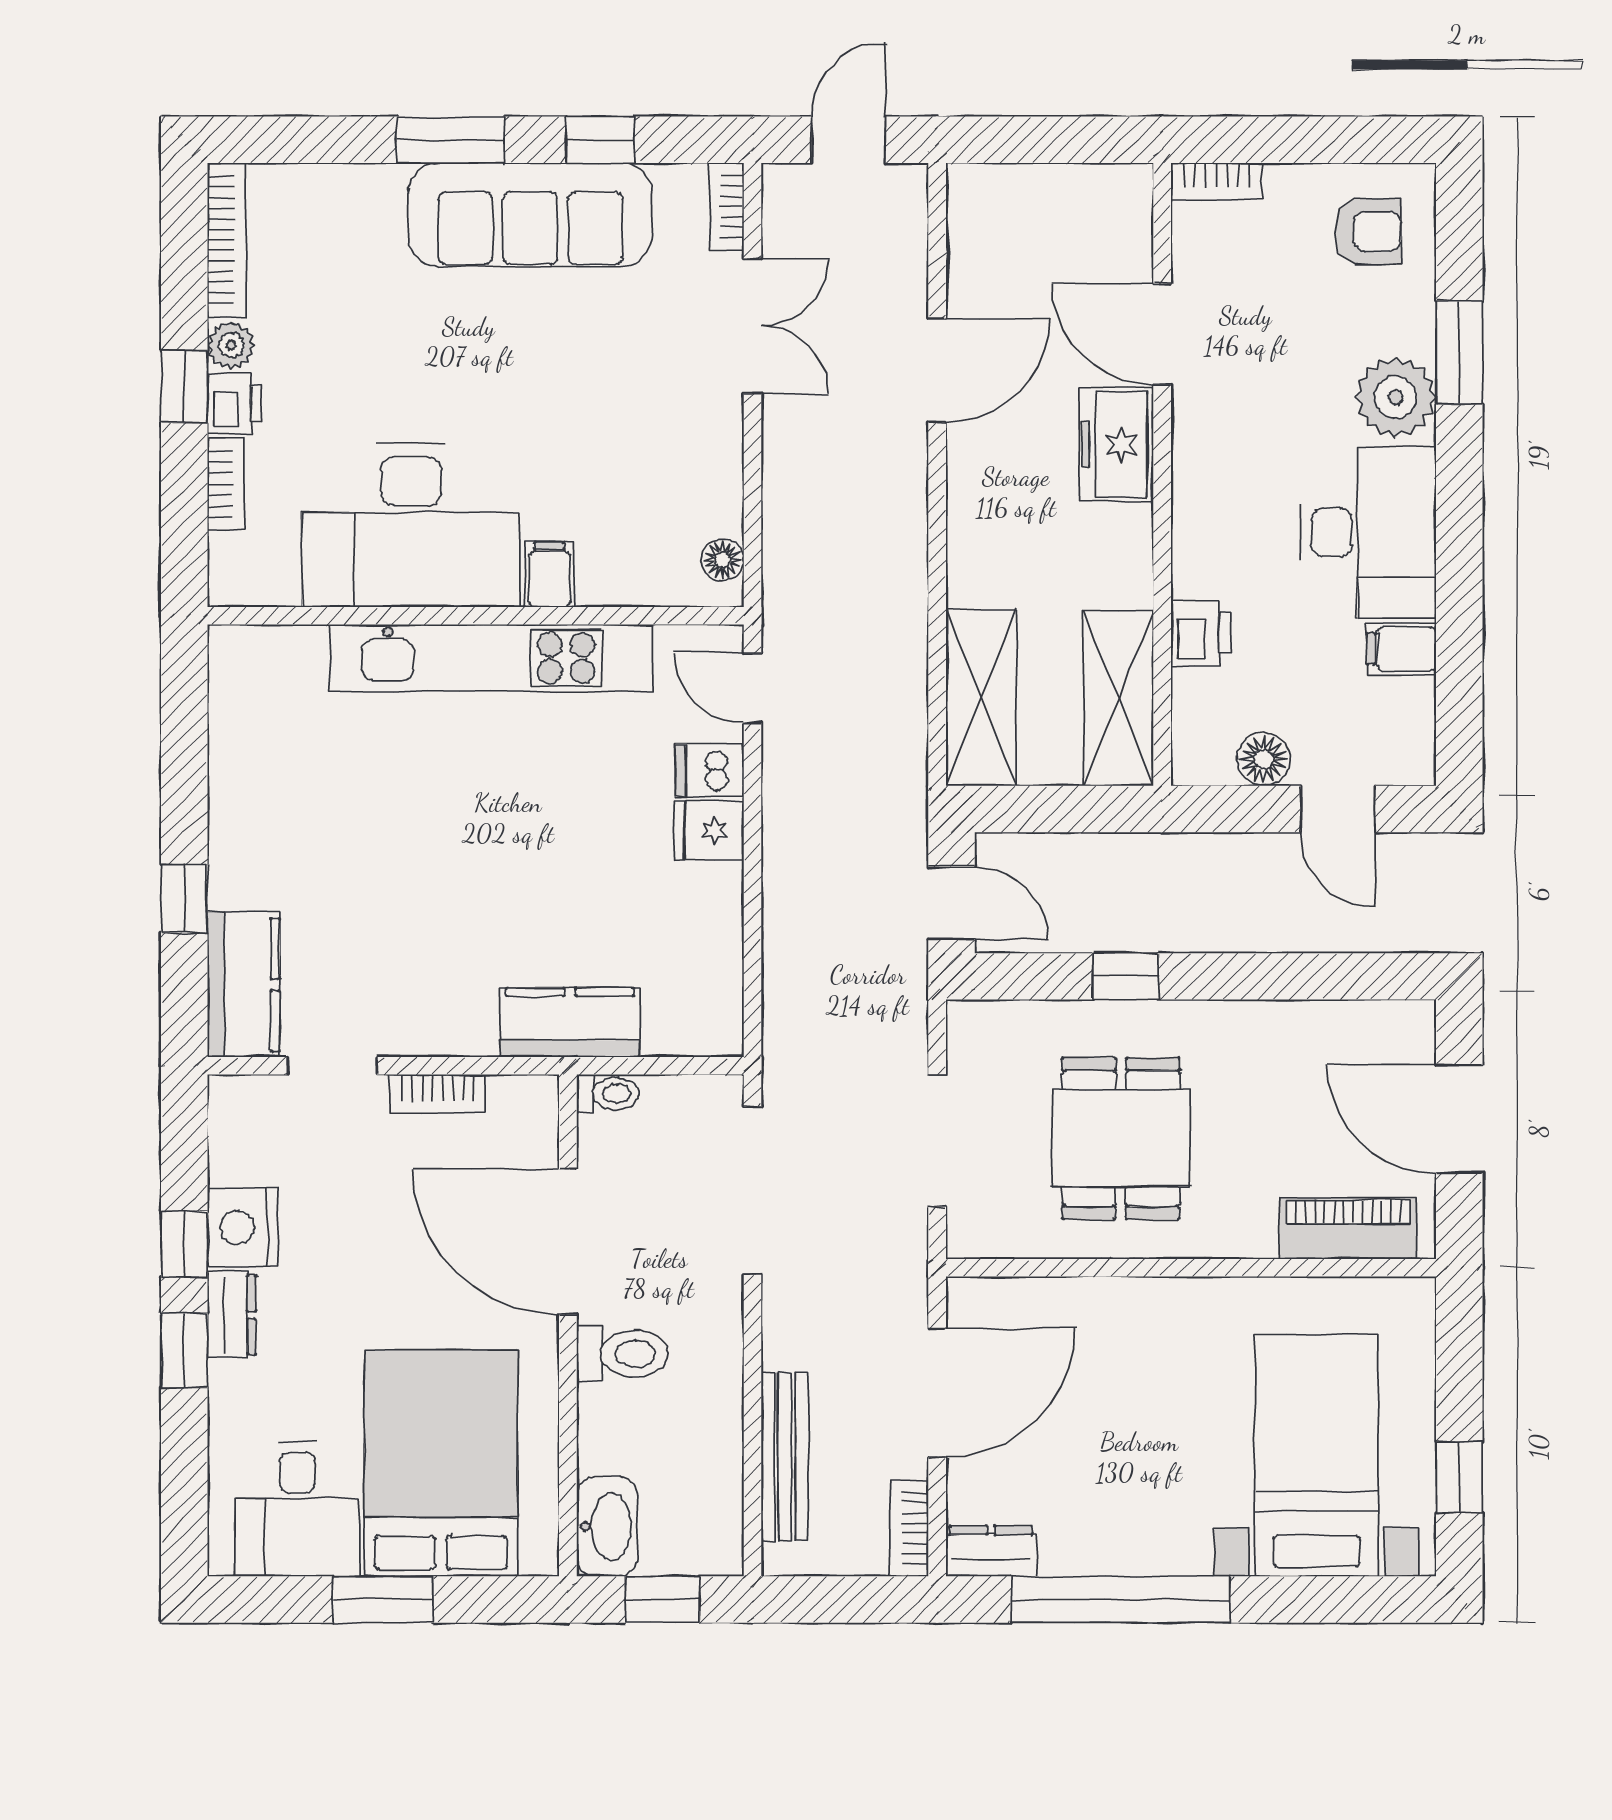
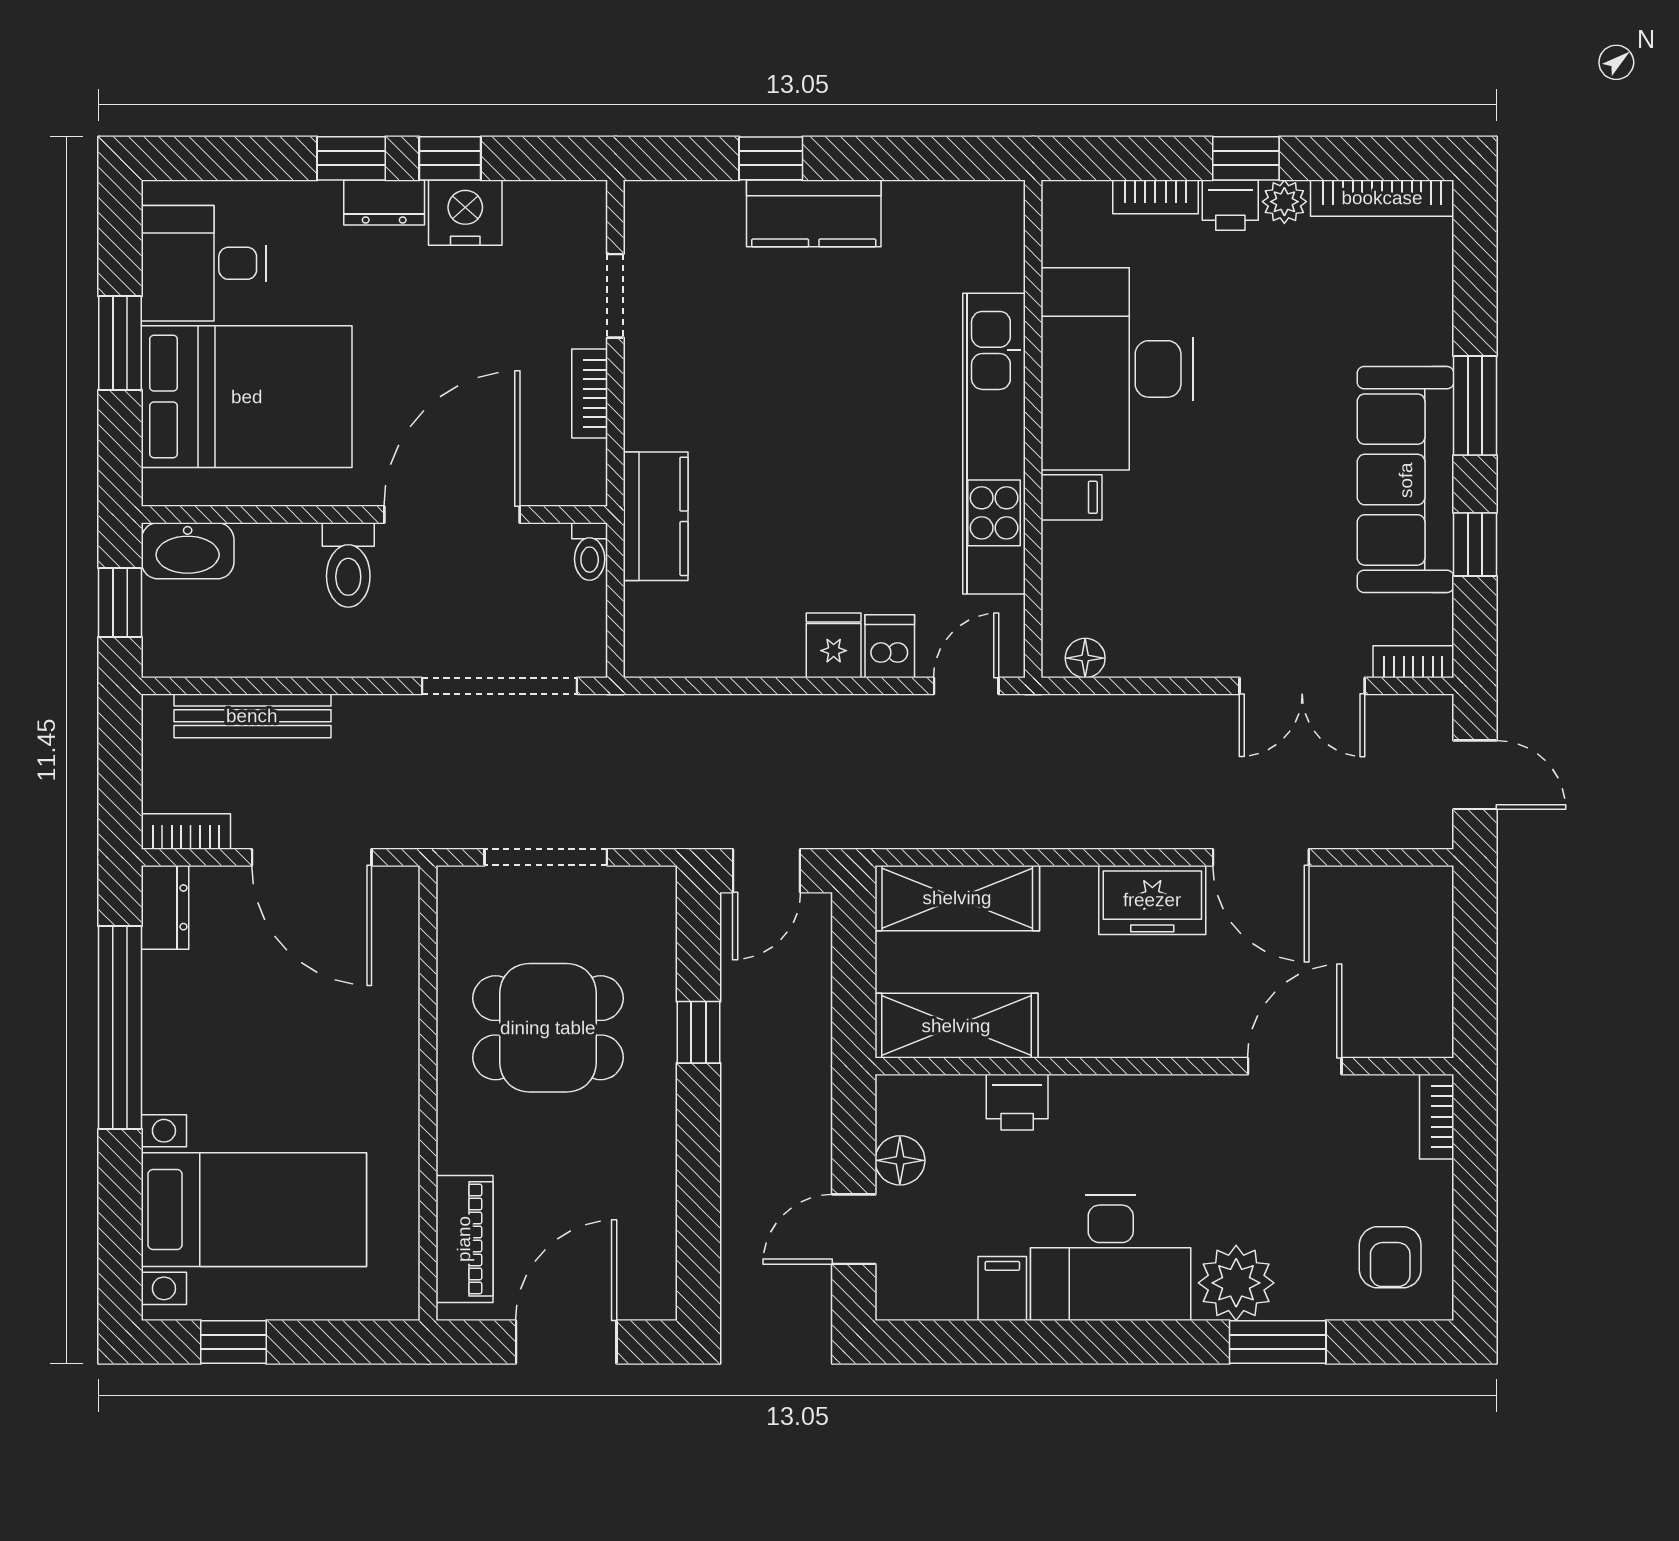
freezer: (1116, 444) -> (1152, 900), moved, turned 180
kitchen counter: (243, 985) -> (814, 213), moved

